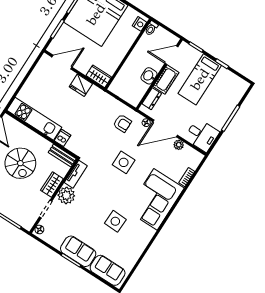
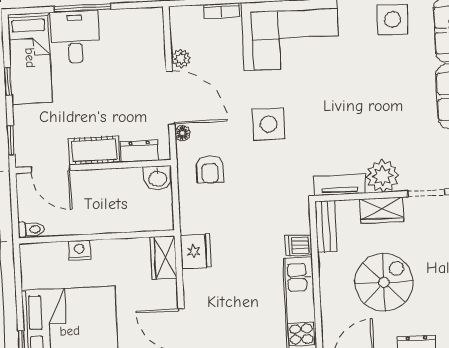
nightstand: (140, 24) -> (79, 250), moved
washbasin: (149, 76) -> (158, 178), moved
bed: (200, 79) -> (30, 58), moved, turned 90
fridge: (81, 85) -> (196, 251), moved
armchair: (122, 123) -> (210, 169), turned 180
desk: (202, 135) -> (75, 37), moved
side table: (115, 221) -> (392, 19), moved

